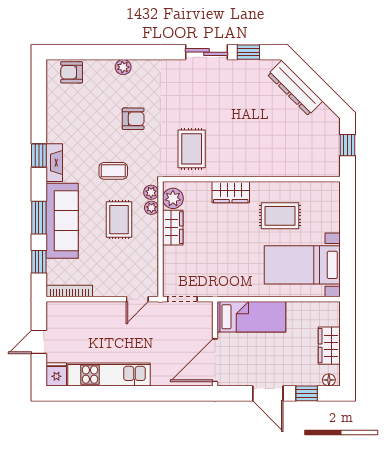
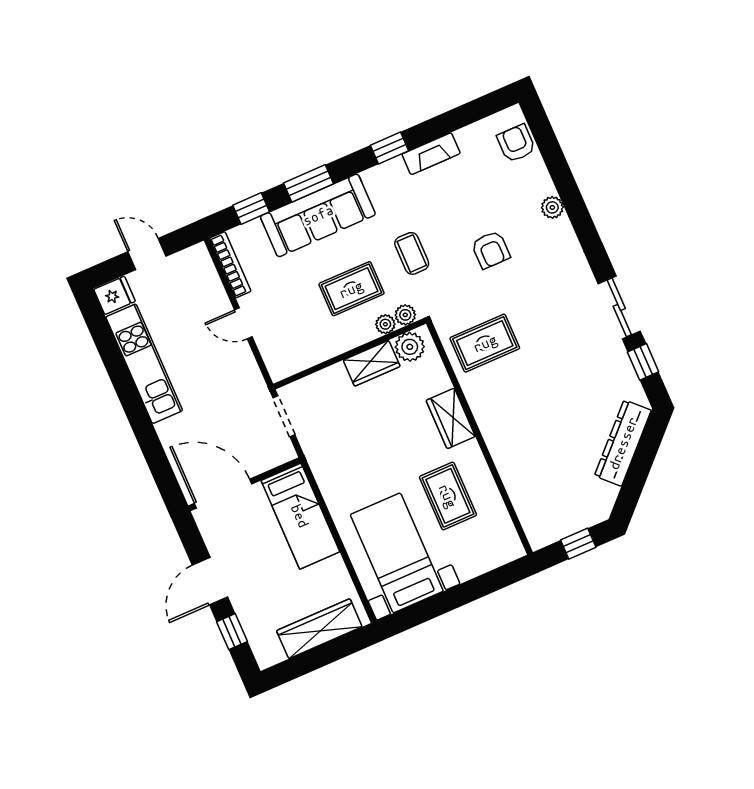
fireplace: (54, 163) -> (431, 154), moved
door: (137, 299) -> (243, 323), moved
wardrobe: (329, 346) -> (319, 629), width x1.50
floor lamp: (329, 380) -> (262, 653), removed

